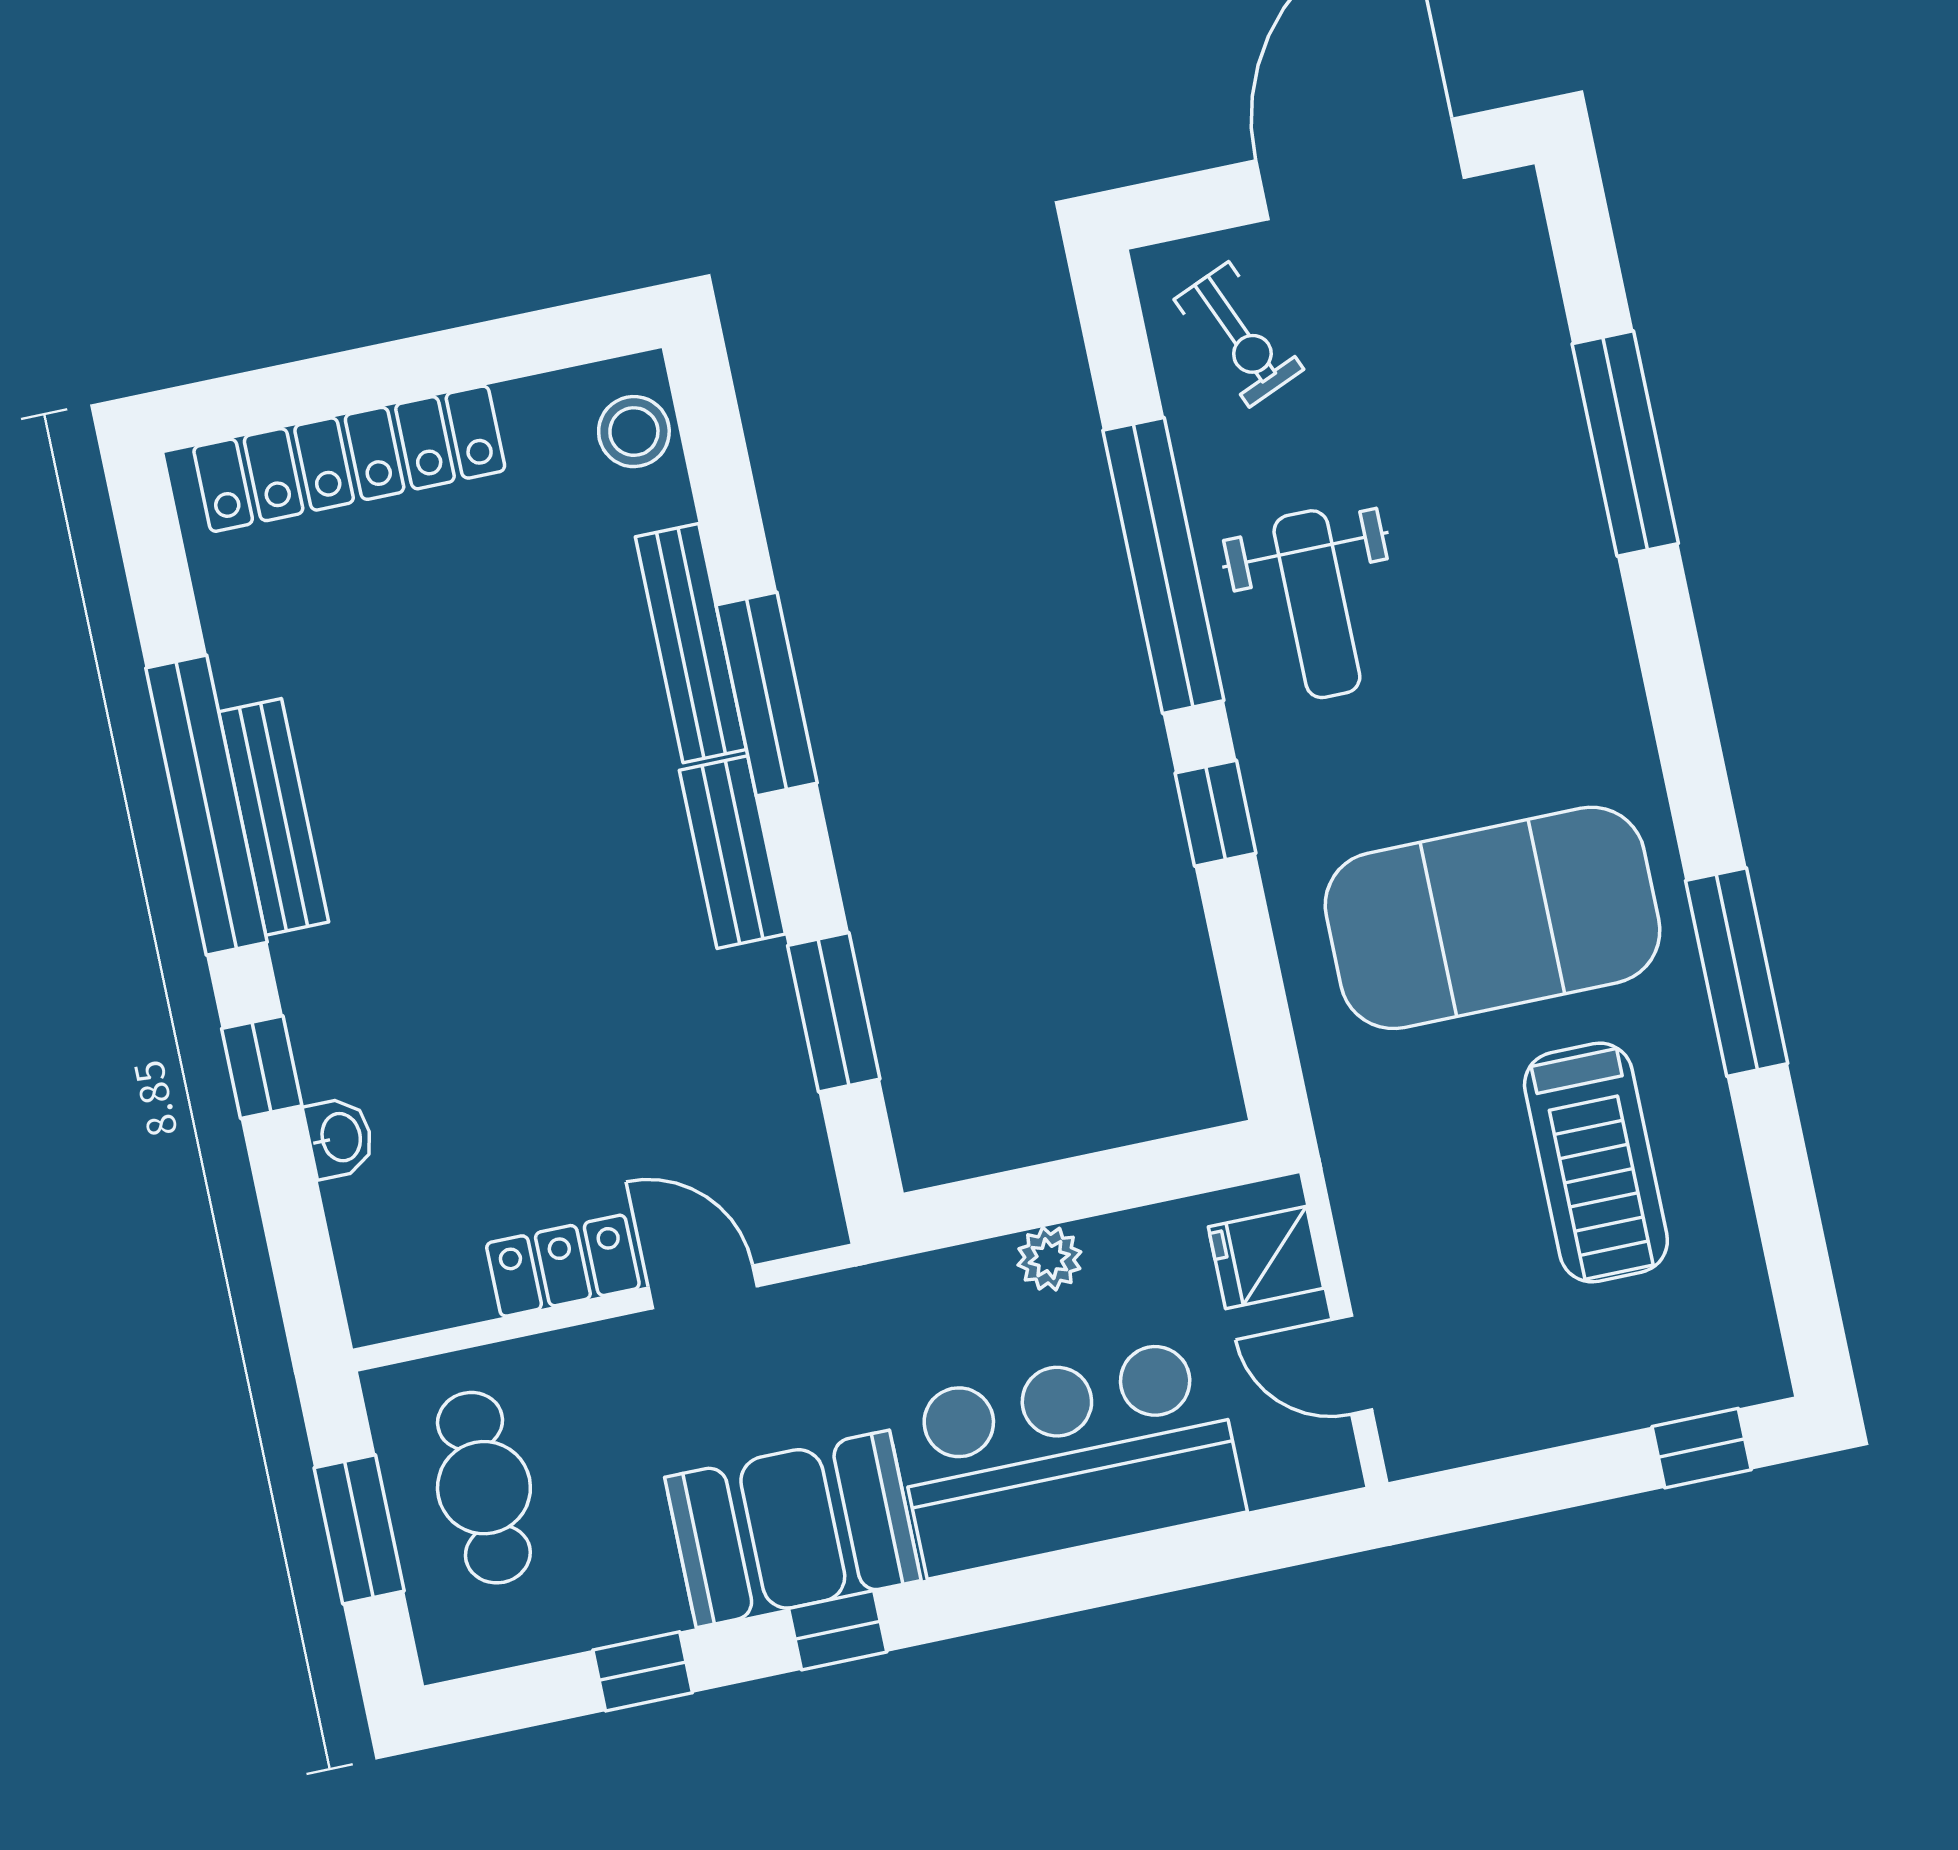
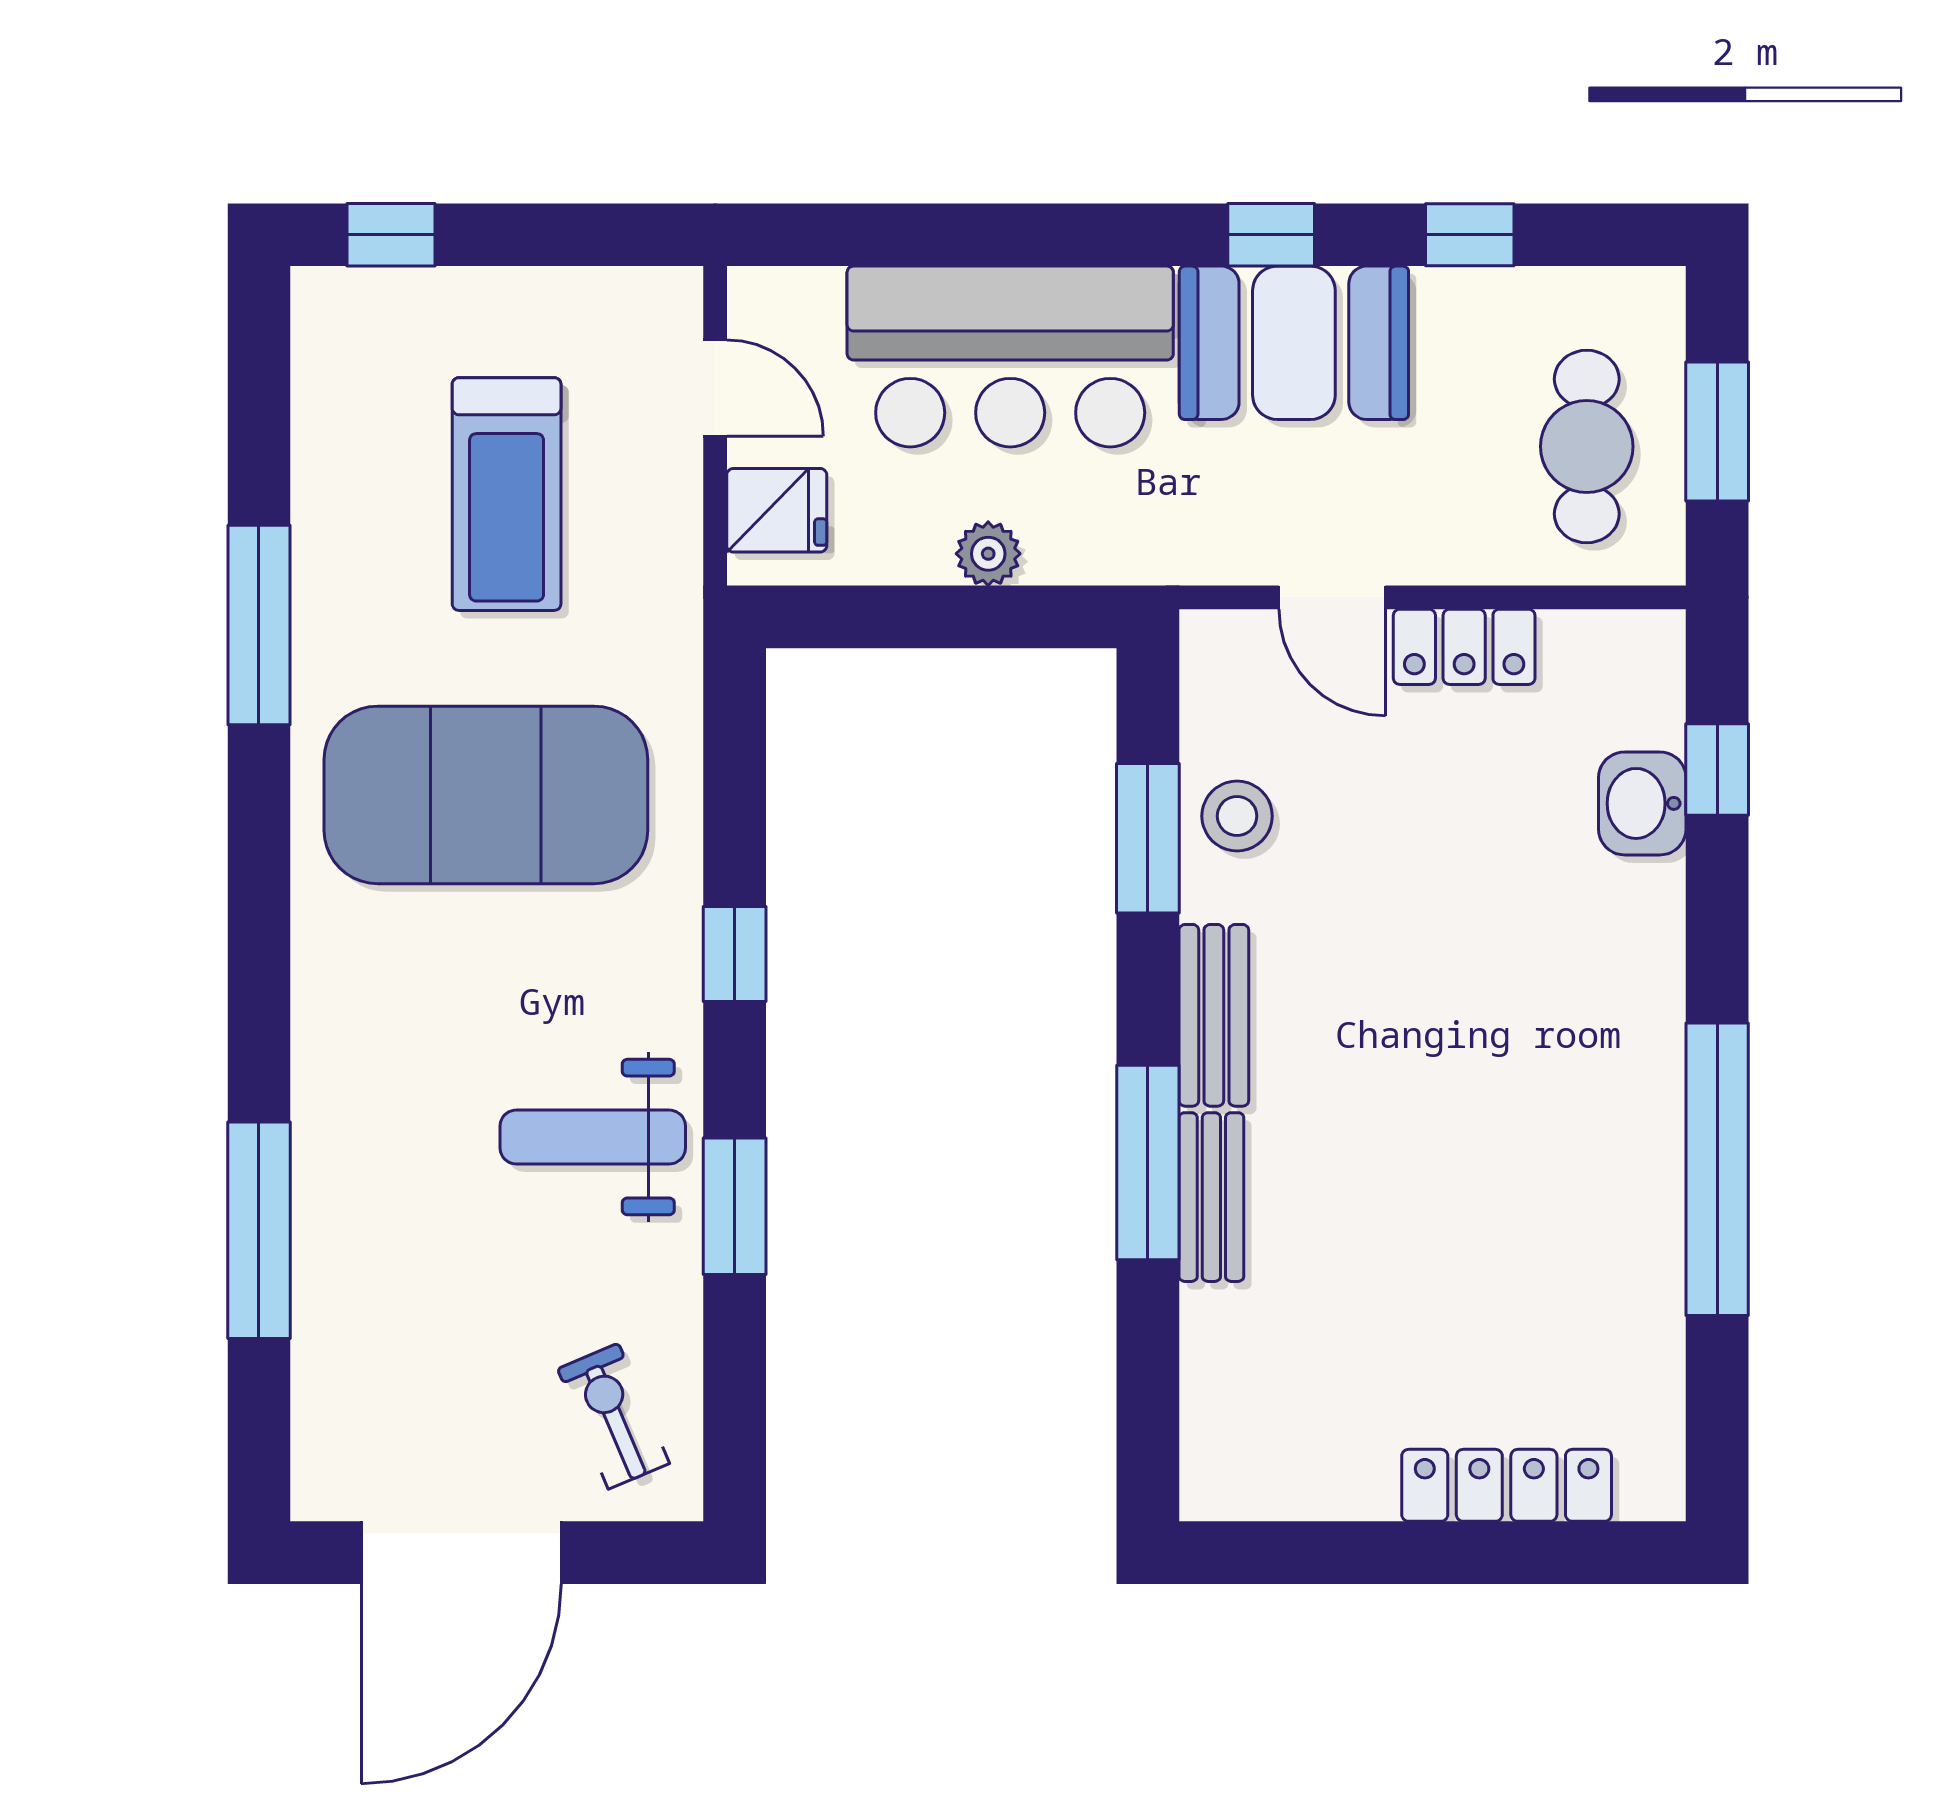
stool: (634, 432) -> (1237, 816), moved
locker: (349, 459) -> (1507, 1485), width x0.71, depth x0.83
window: (1163, 565) -> (735, 1206), width x0.47
weight bench: (1317, 604) -> (593, 1137), turned -90
bench: (691, 643) -> (1211, 1197), width x0.73
bench: (274, 817) -> (1654, 1144), removed
window: (1737, 972) -> (259, 625), moved
window: (262, 1067) -> (1717, 769), moved
washbasin: (339, 1138) -> (1642, 803), width x1.38, depth x1.45
treadmill: (1596, 1163) -> (507, 494), moved, turned 180

